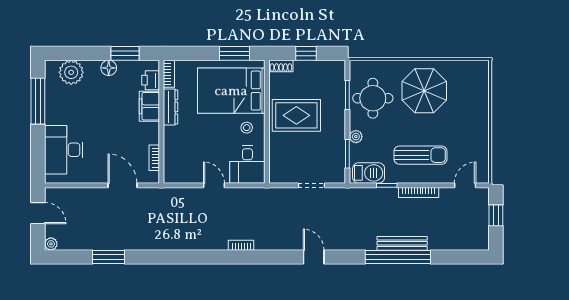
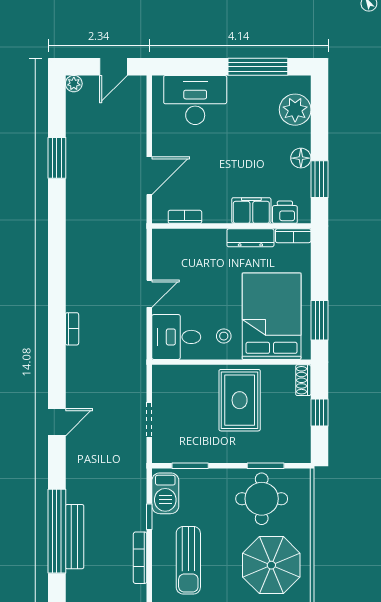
plant: (356, 137) -> (212, 477), removed

